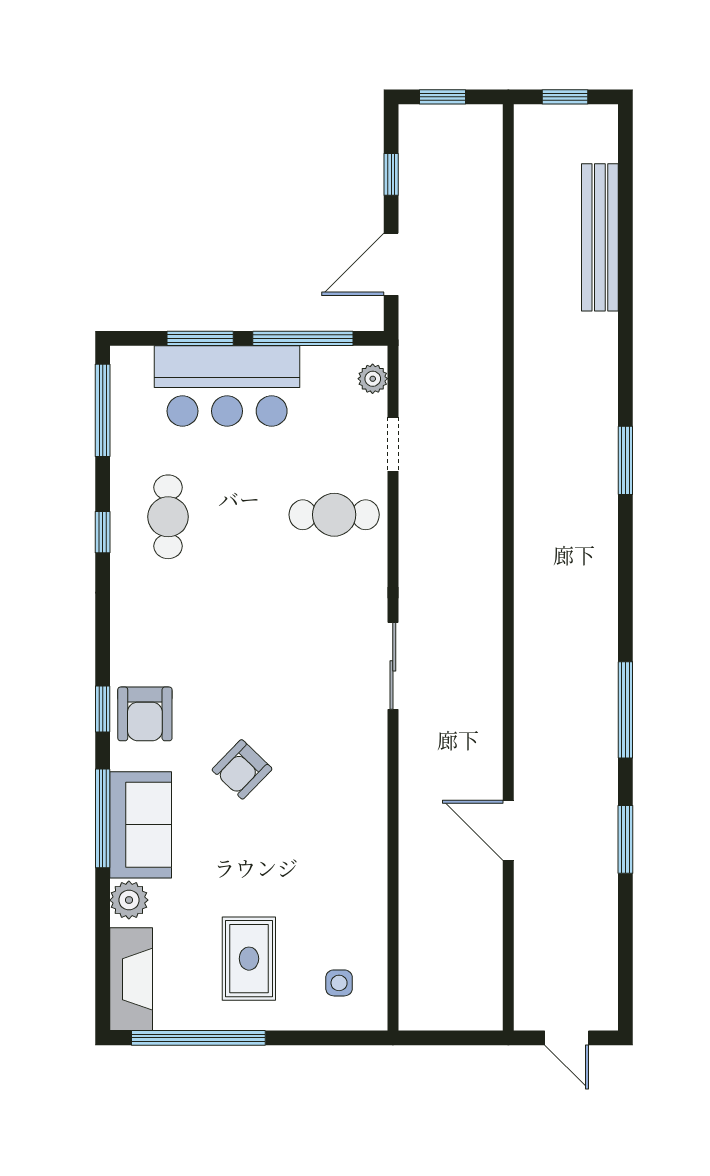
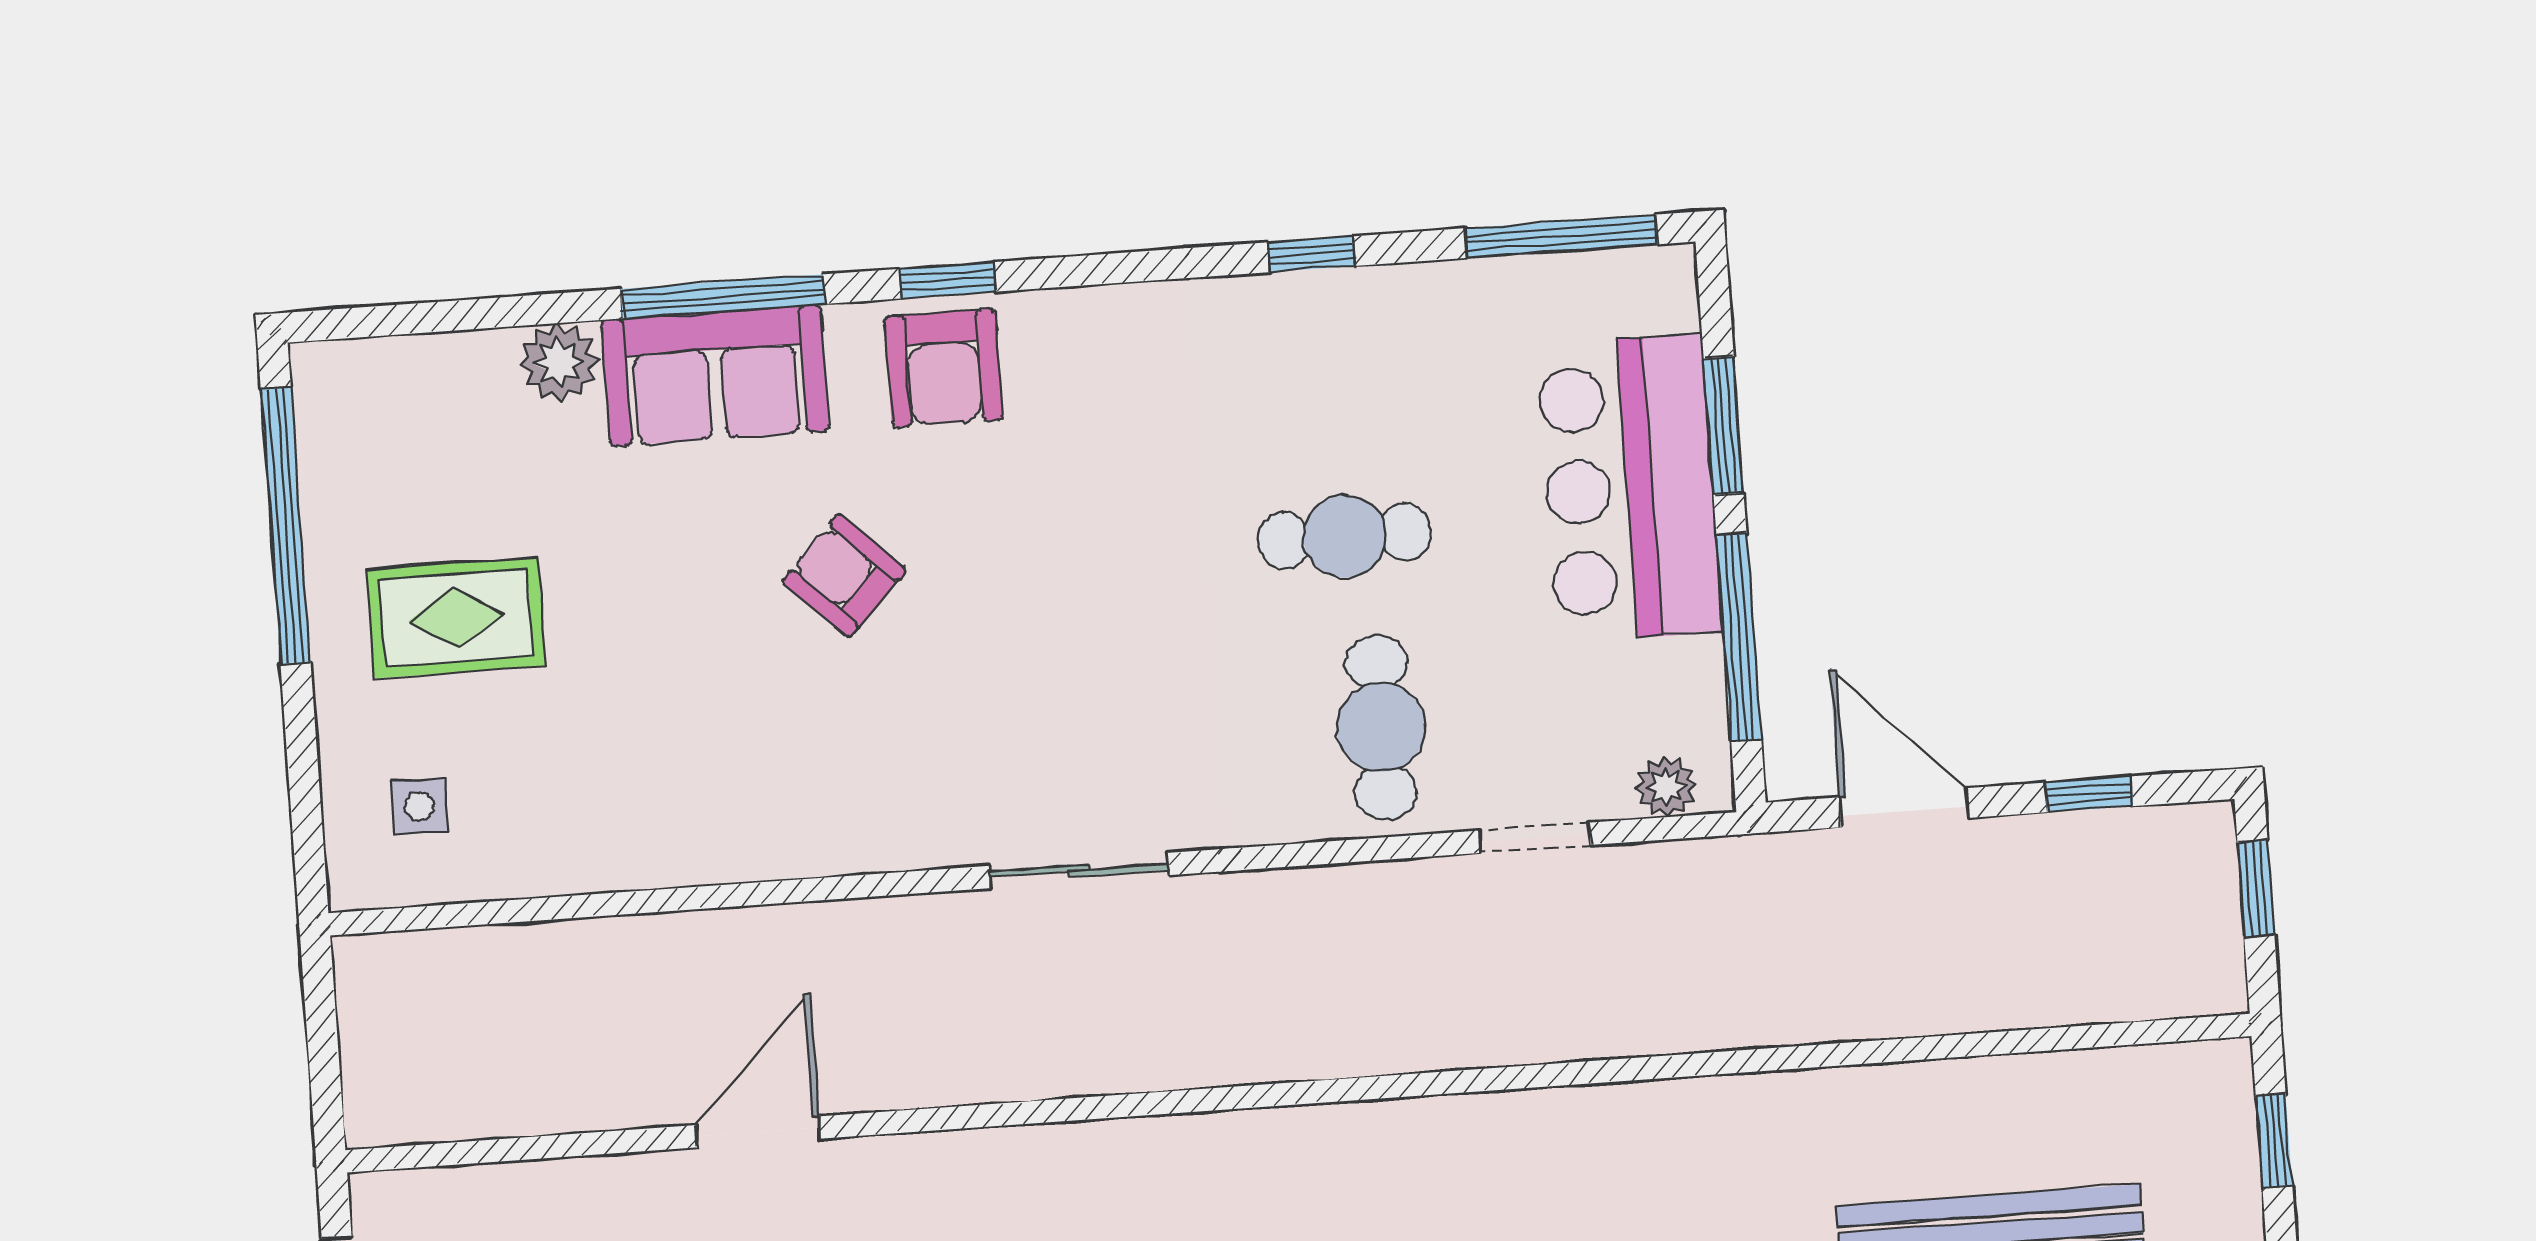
cafe table: (168, 517) -> (1345, 536), moved
armchair: (145, 714) -> (944, 368), turned -90
fireplace: (131, 979) -> (396, 378), removed

